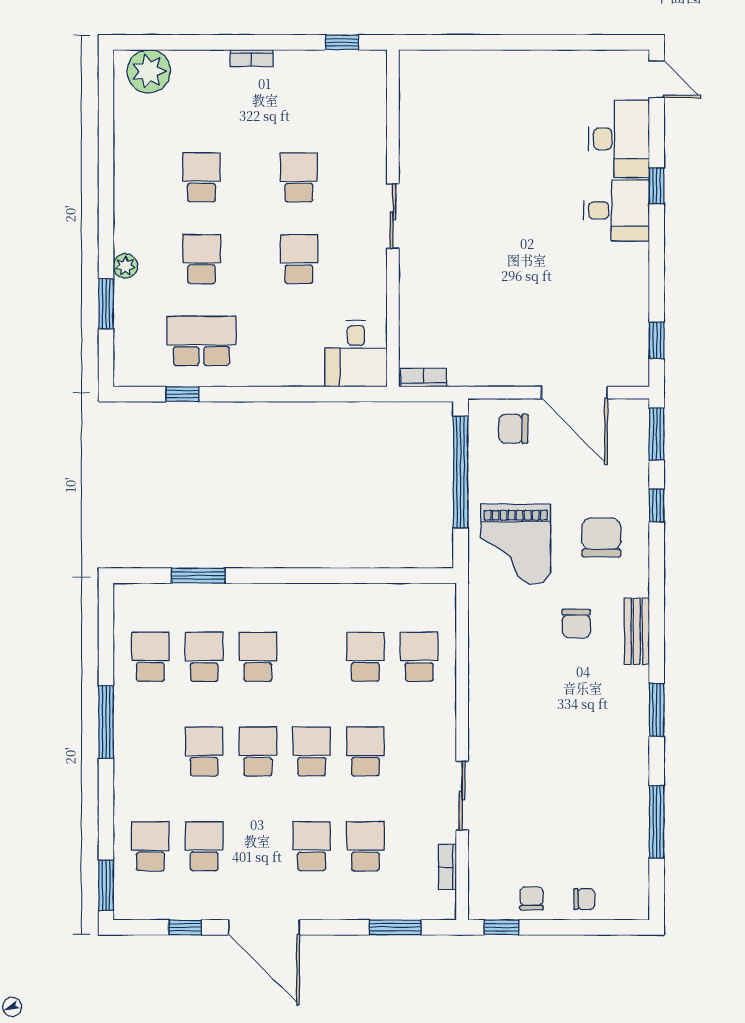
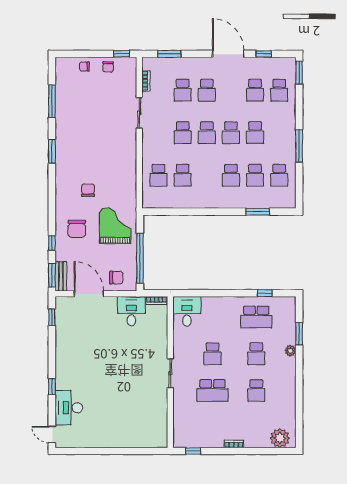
school desk: (299, 177) -> (213, 390), width x1.85
desk: (616, 210) -> (131, 311), moved, turned 90
bench: (637, 631) -> (61, 276), moved

